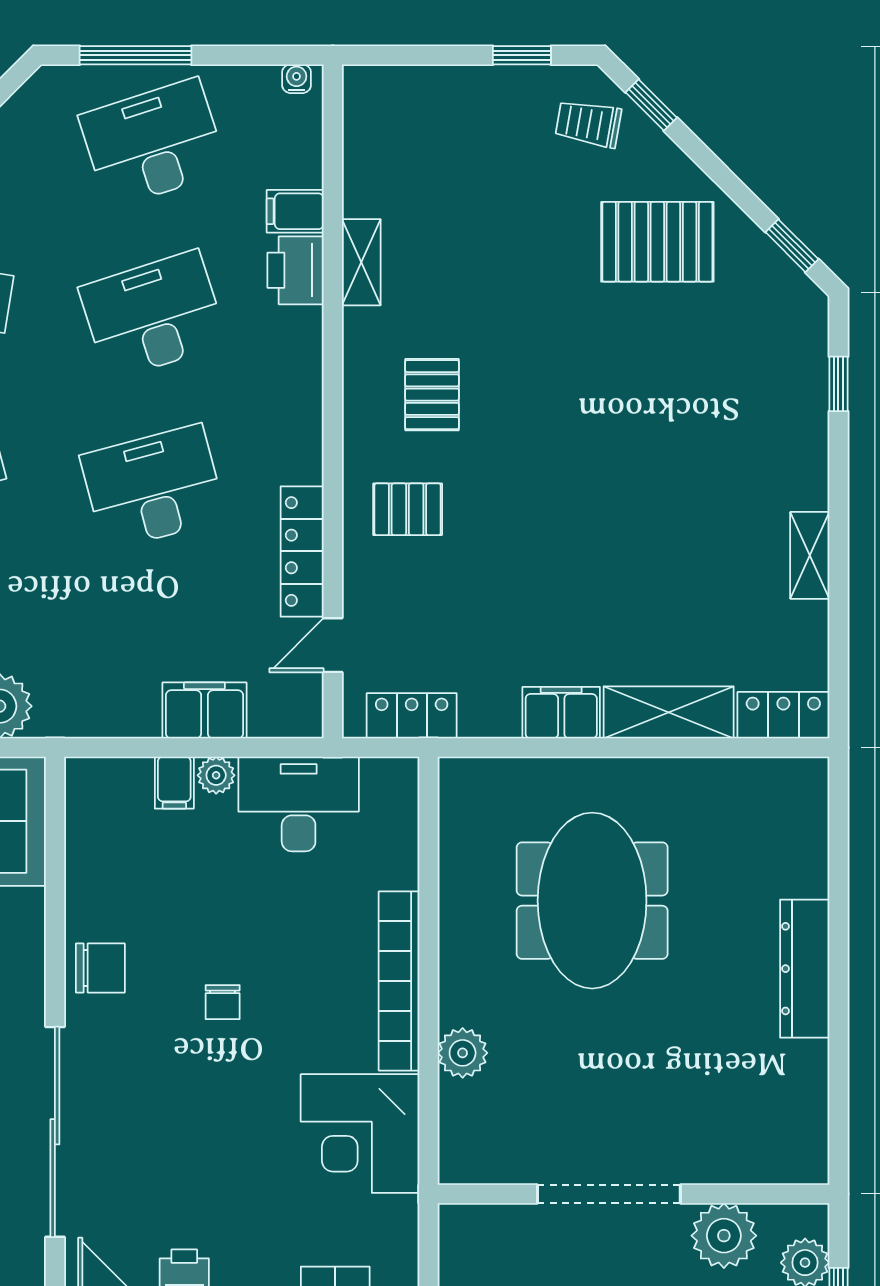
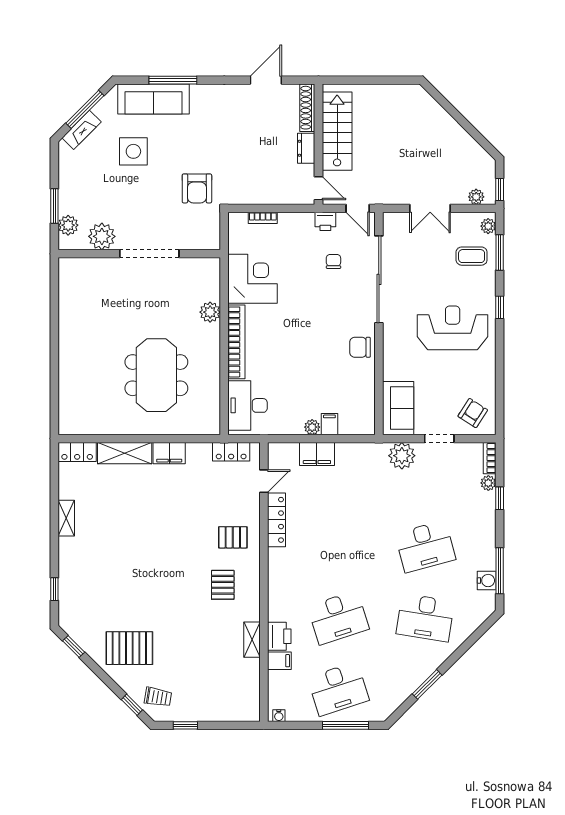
desk: (153, 487) -> (338, 546), removed
desk: (299, 804) -> (248, 405), moved, turned 90
dresser: (805, 969) -> (68, 347), removed
chair: (223, 1002) -> (333, 261), moved

